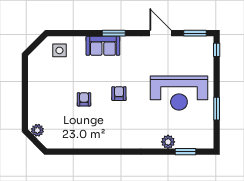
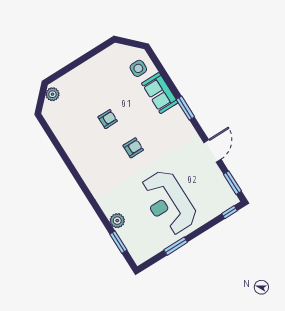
sofa: (103, 46) -> (160, 93), moved

